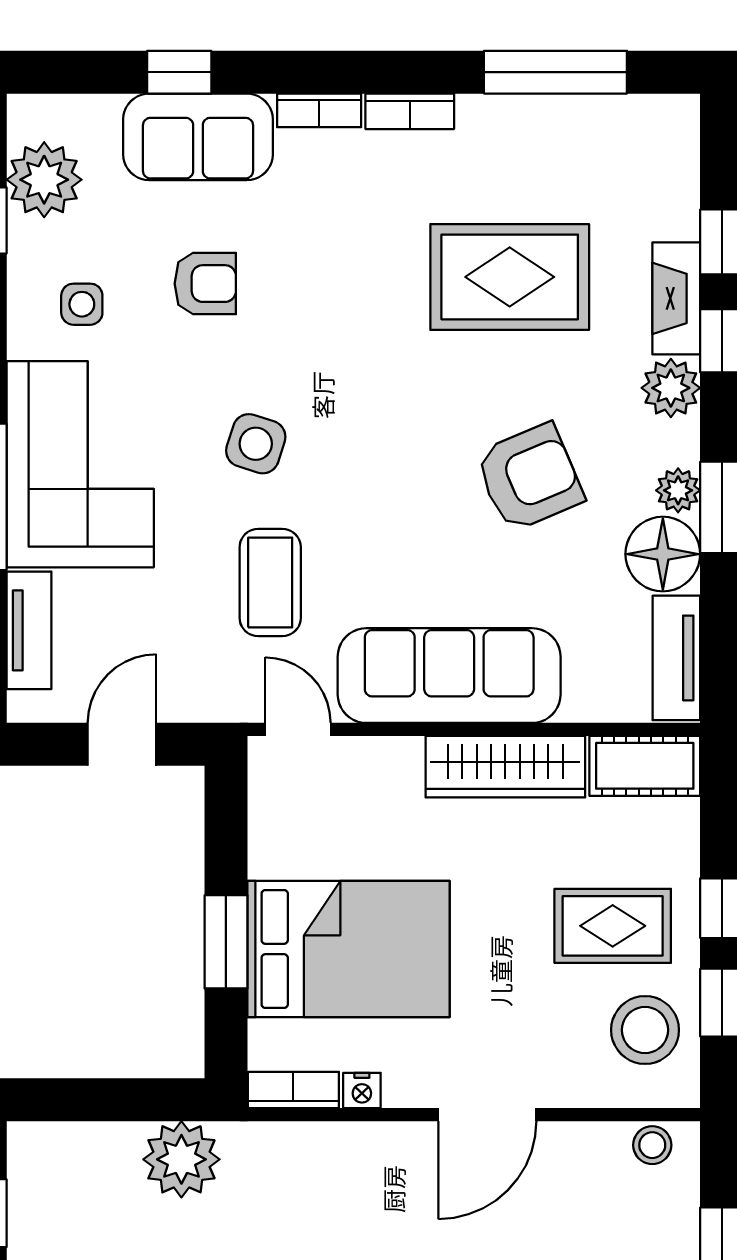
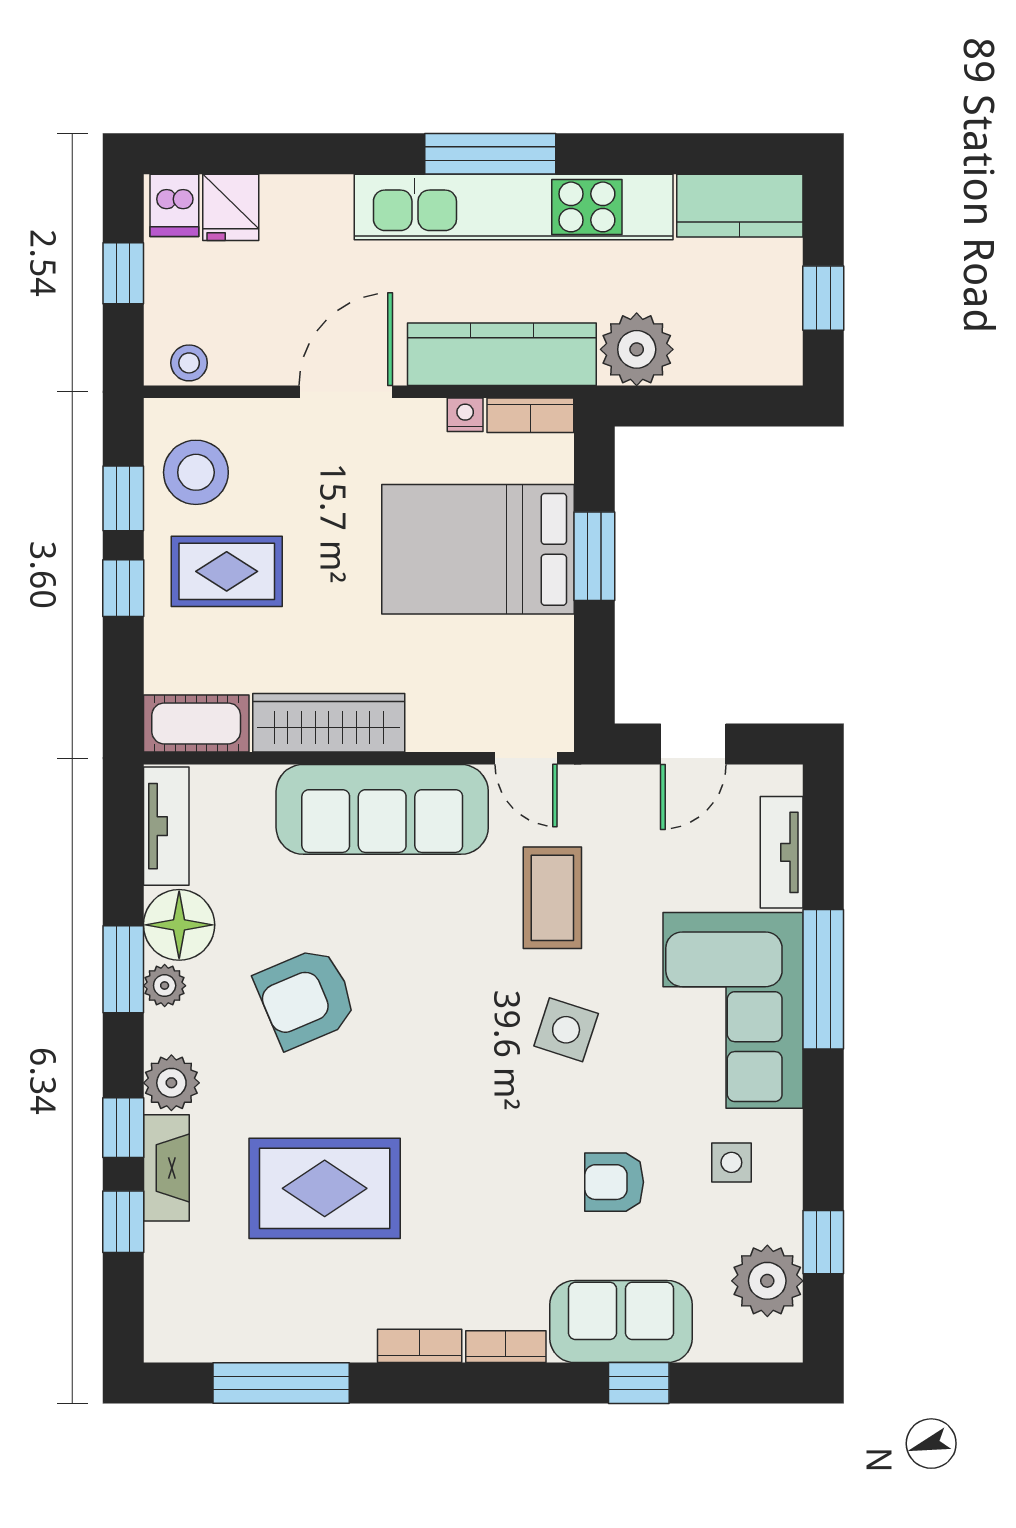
kitchen counter: (323, 1154) -> (502, 354), added

